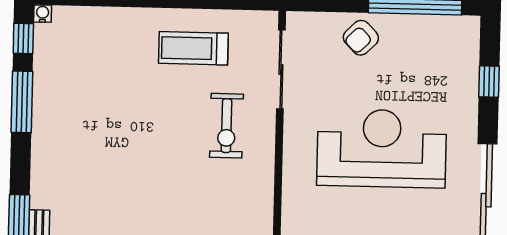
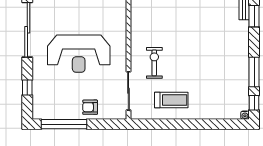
armchair: (361, 38) -> (90, 107), turned -136

